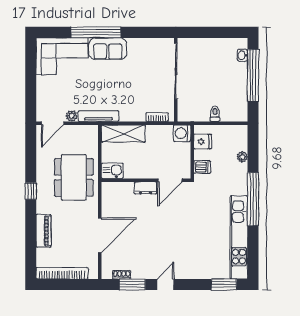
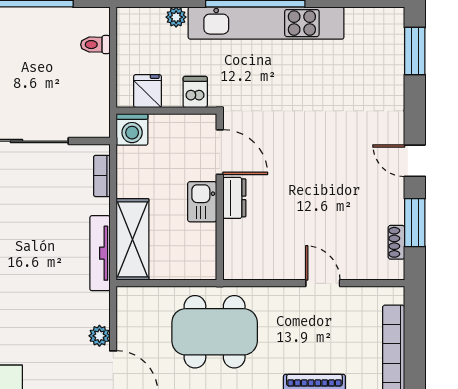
toilet: (215, 114) -> (95, 45), moved
tv unit: (98, 116) -> (100, 253), moved
kitchen sink: (112, 171) -> (202, 202), moved
door: (100, 235) -> (323, 283), width x0.53
kitchen unit: (239, 237) -> (266, 23), moved

